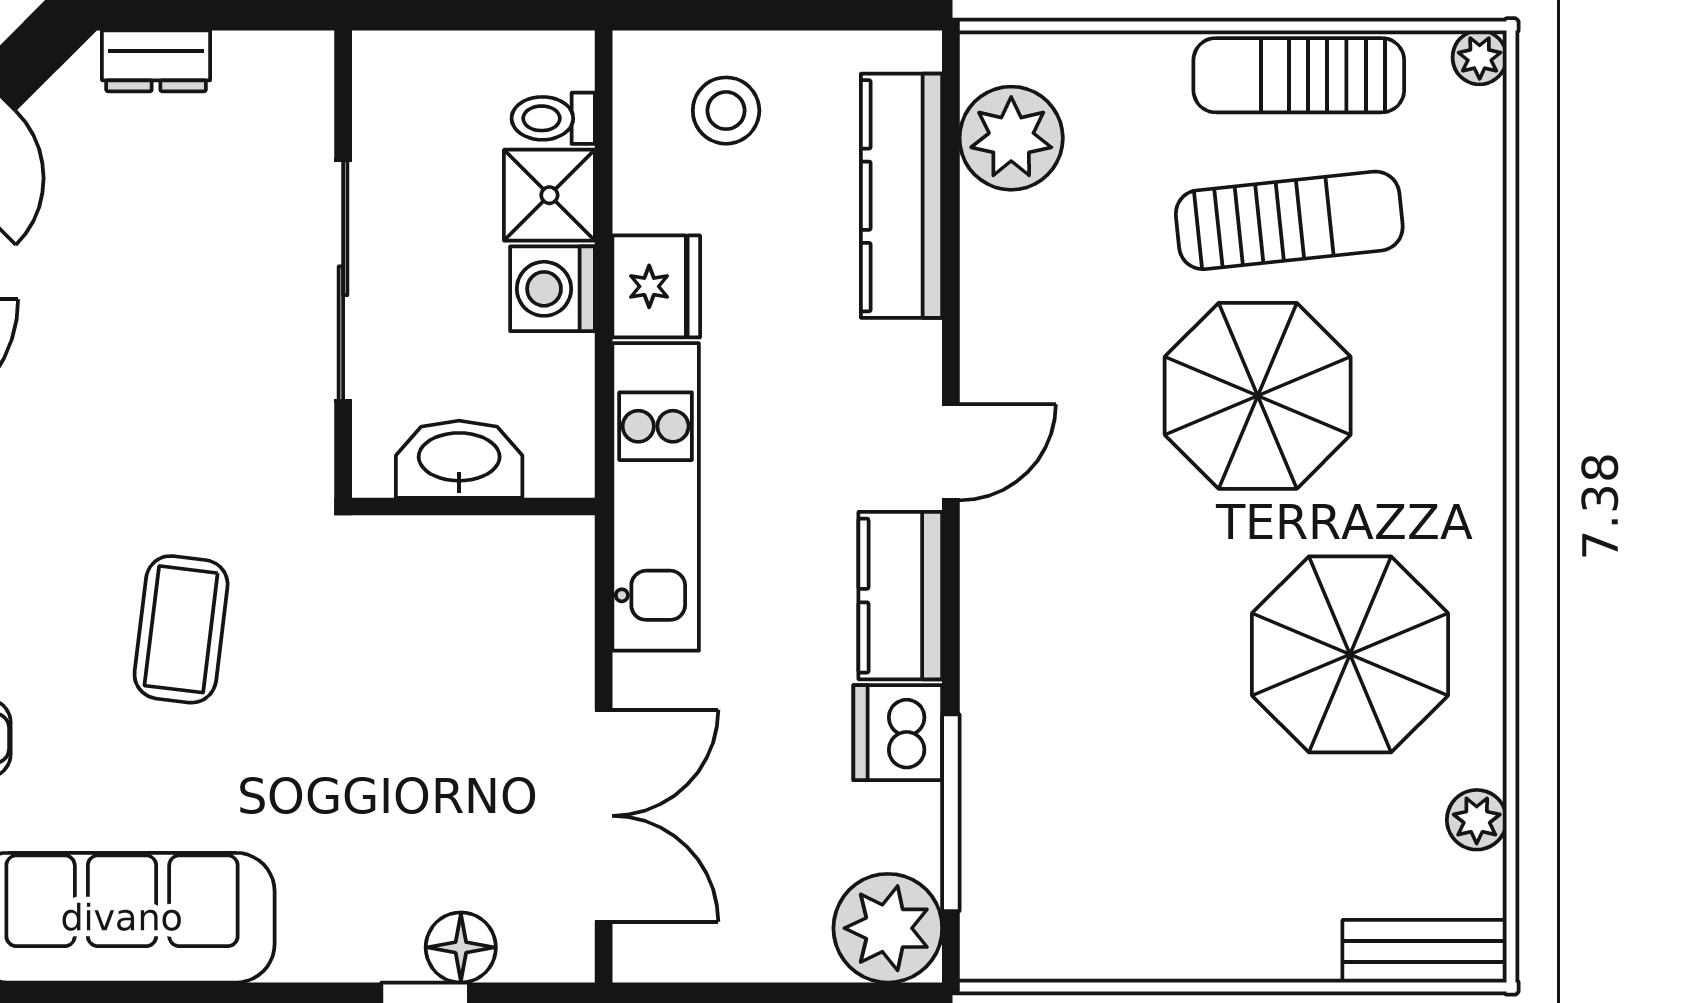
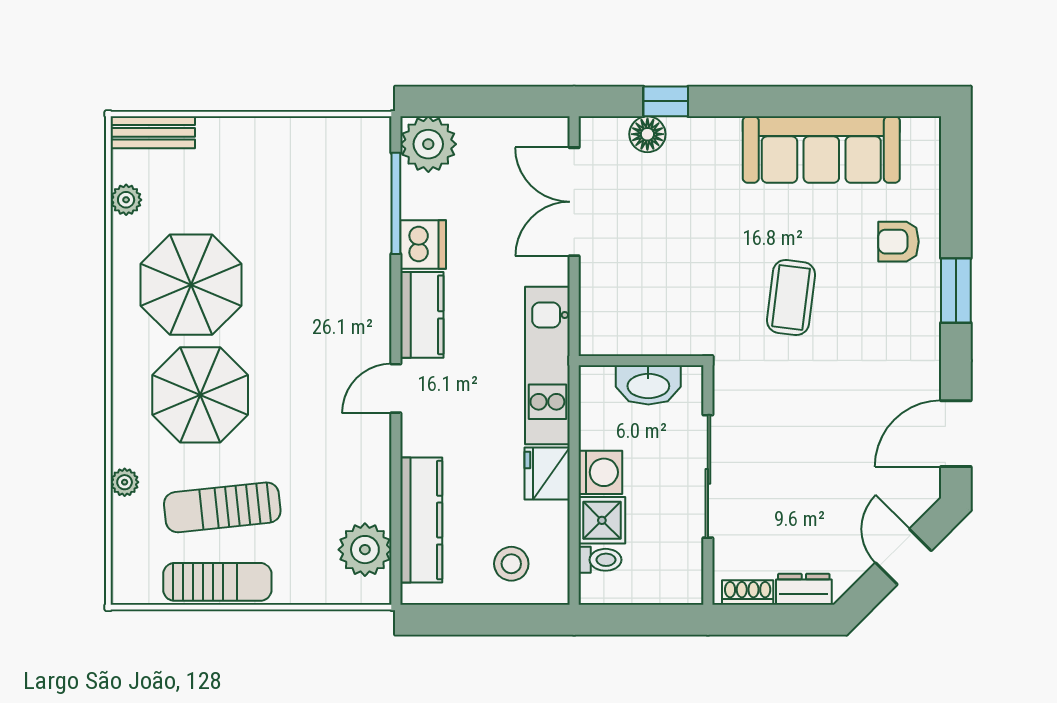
shoe rack: (266, 54) -> (748, 593), added
plant: (1480, 57) -> (125, 482), moved
parasol: (1258, 396) -> (200, 395), moved

